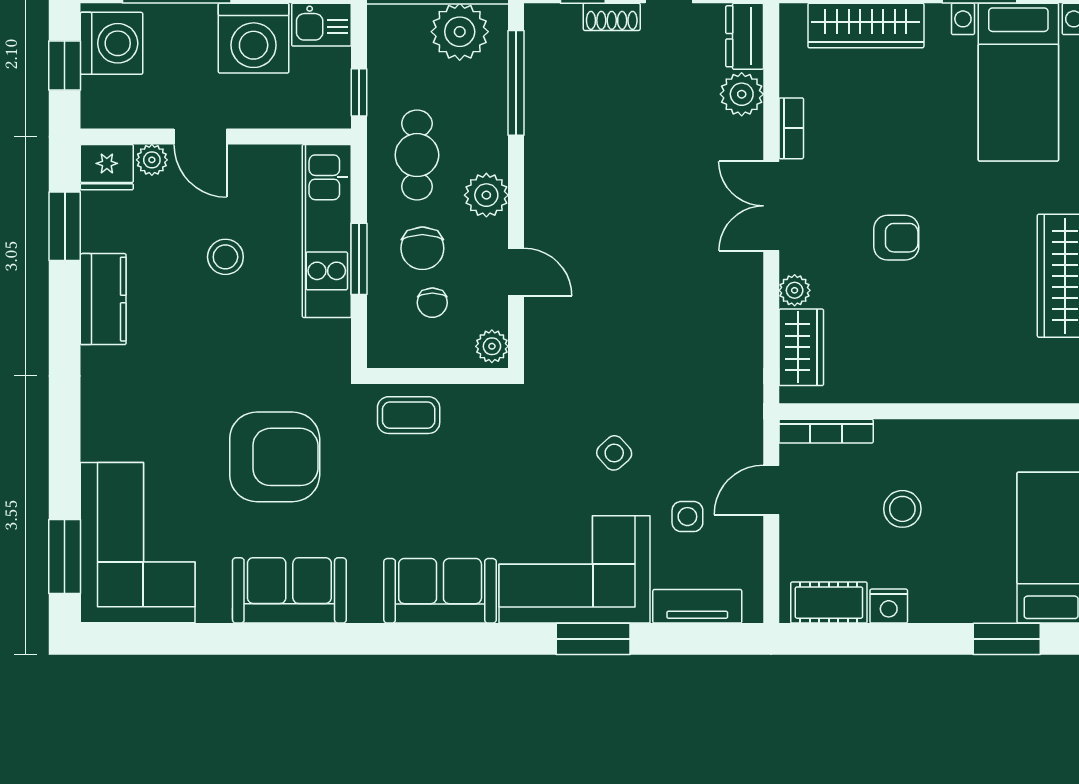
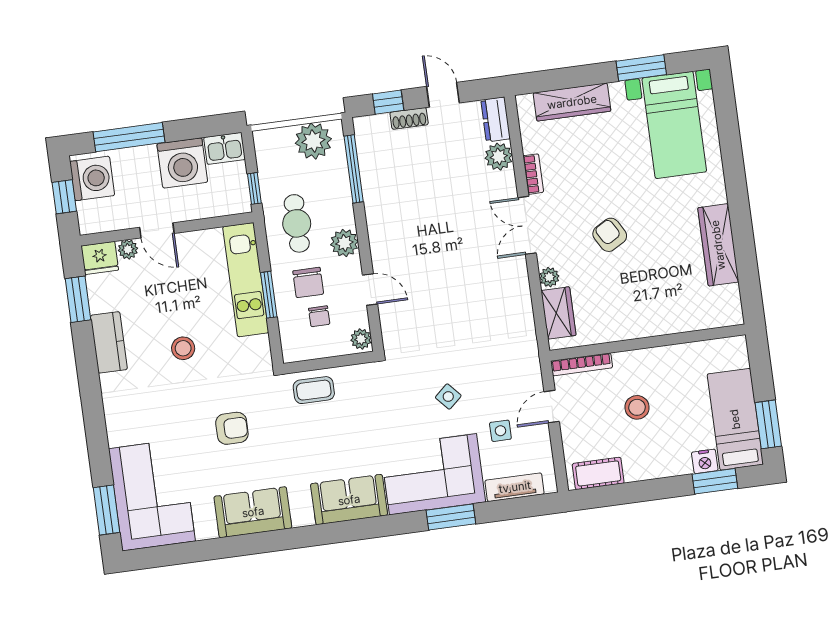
armchair: (896, 238) -> (610, 235), turned -120
stool: (225, 257) -> (183, 348), moved
armchair: (275, 457) -> (232, 428), width x0.53, depth x0.53
nightstand: (889, 606) -> (705, 461), moved

